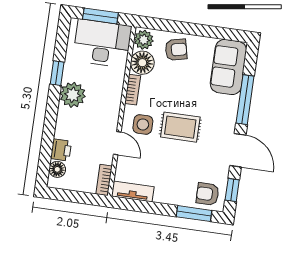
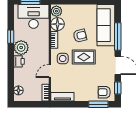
armchair: (176, 50) -> (80, 36), moved
sofa: (228, 67) -> (106, 25), width x1.36
door: (117, 143) -> (50, 71), swing flipped
printer: (61, 150) -> (19, 61), moved

